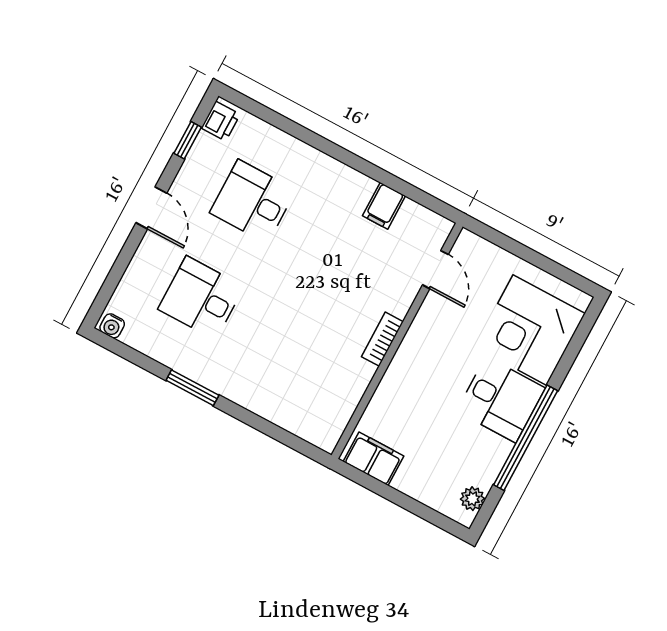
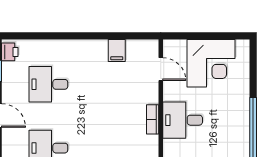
corner desk: (530, 330) -> (211, 63), moved, turned -90
desk: (501, 399) -> (183, 120), moved, turned 180

